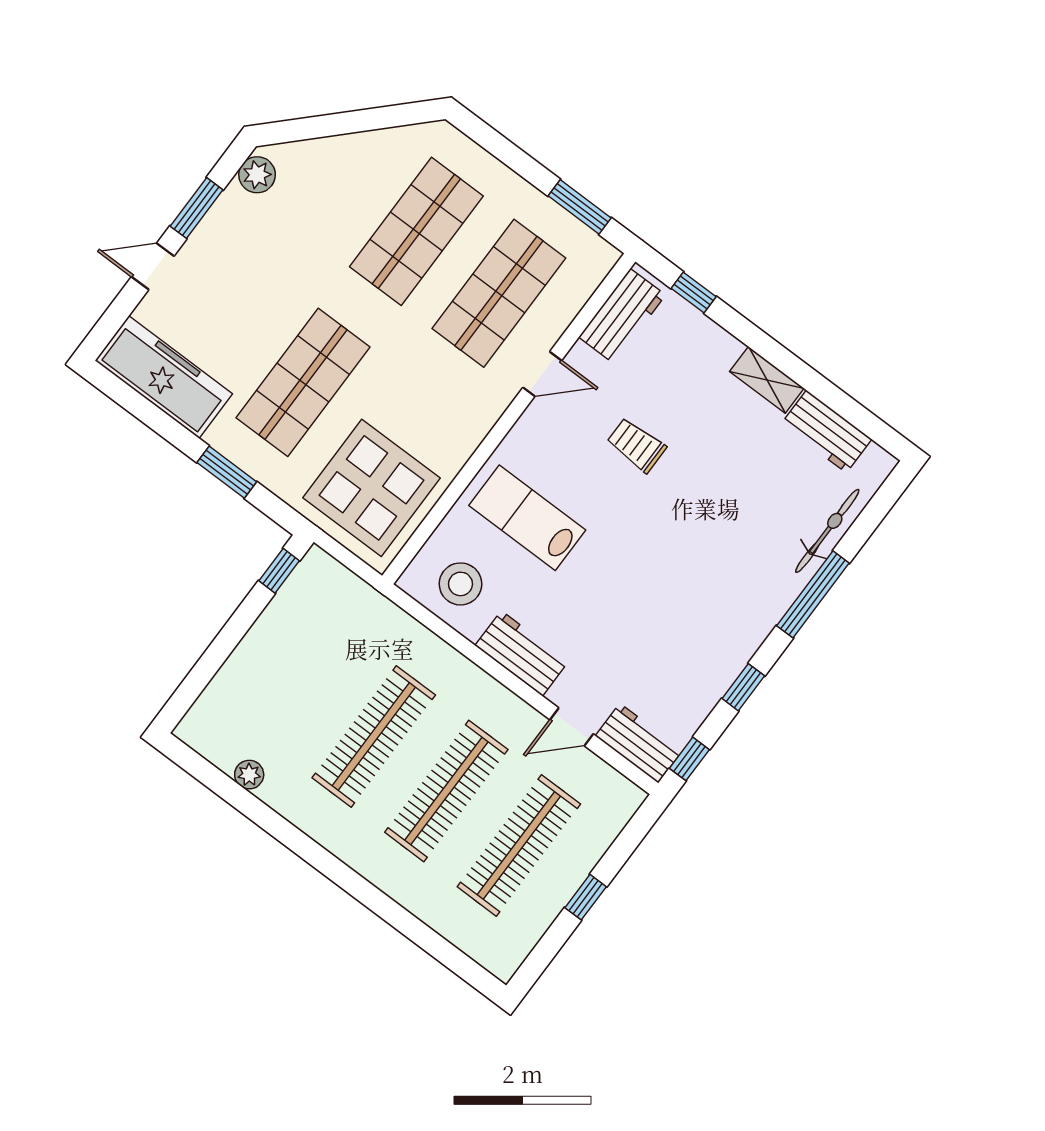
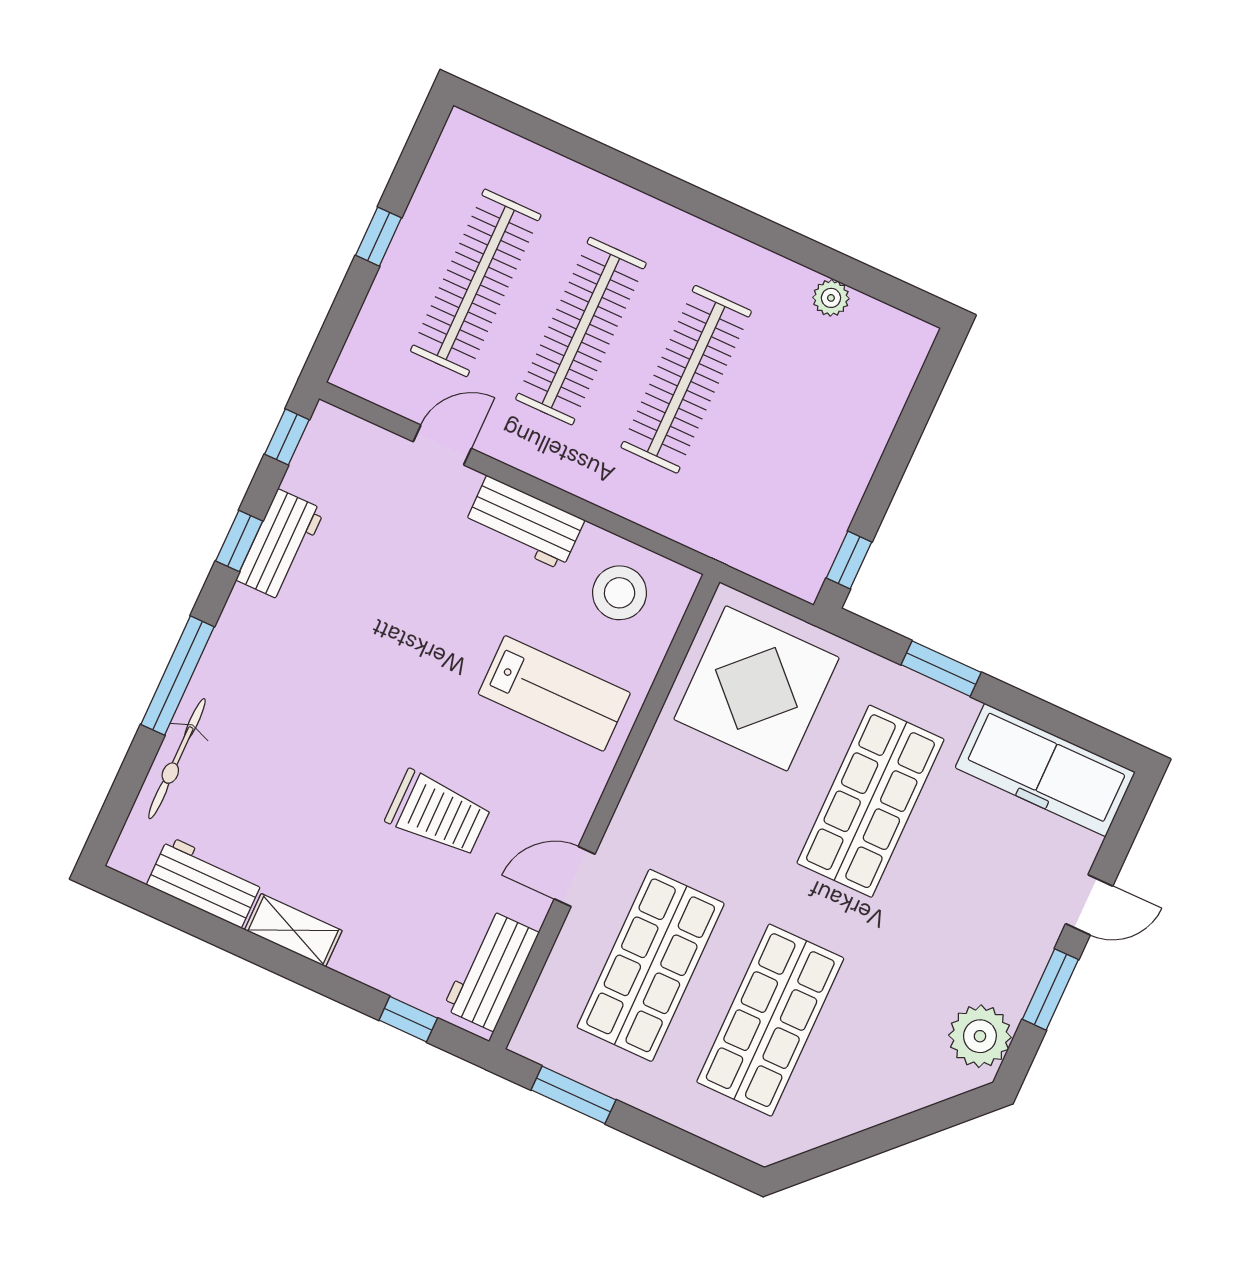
plant: (257, 175) -> (980, 1036), width x1.36, depth x1.36
trolley: (636, 445) -> (438, 814), width x1.36, depth x1.39
workbench: (639, 743) -> (280, 545), moved, turned -90

